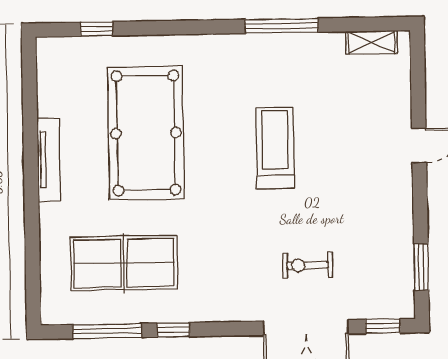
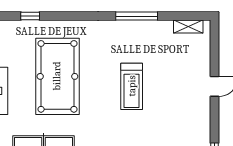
treadmill: (275, 148) -> (132, 86), turned 180

